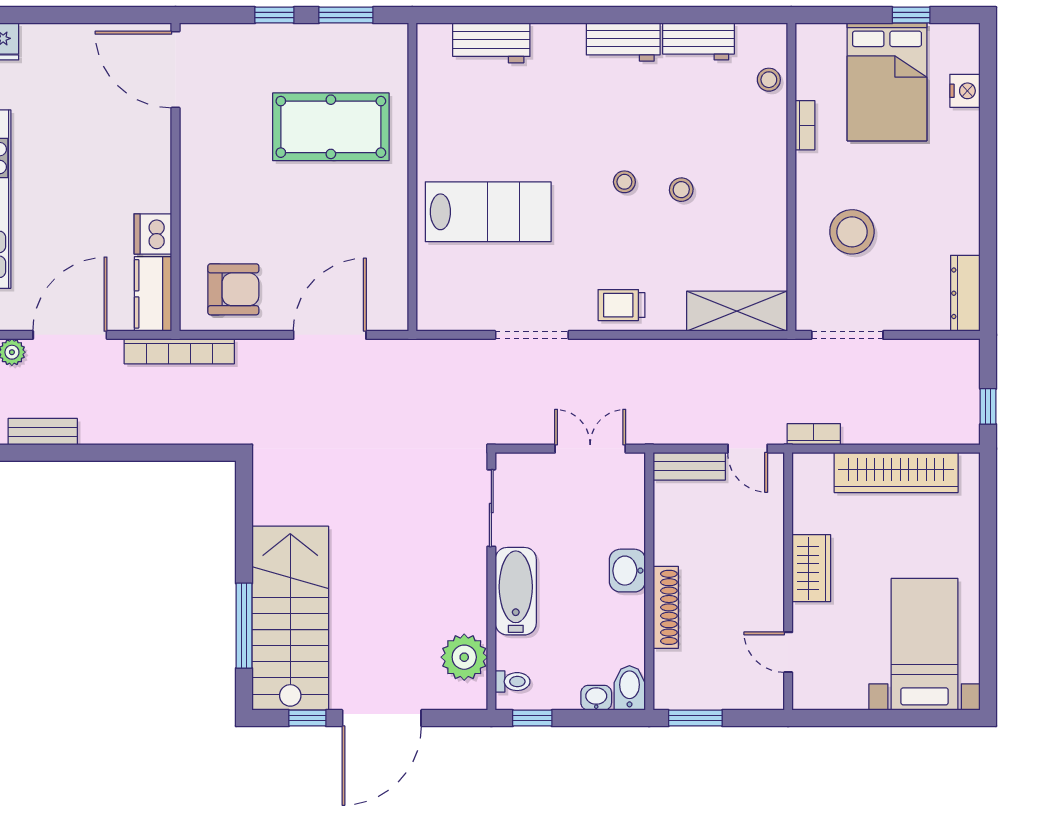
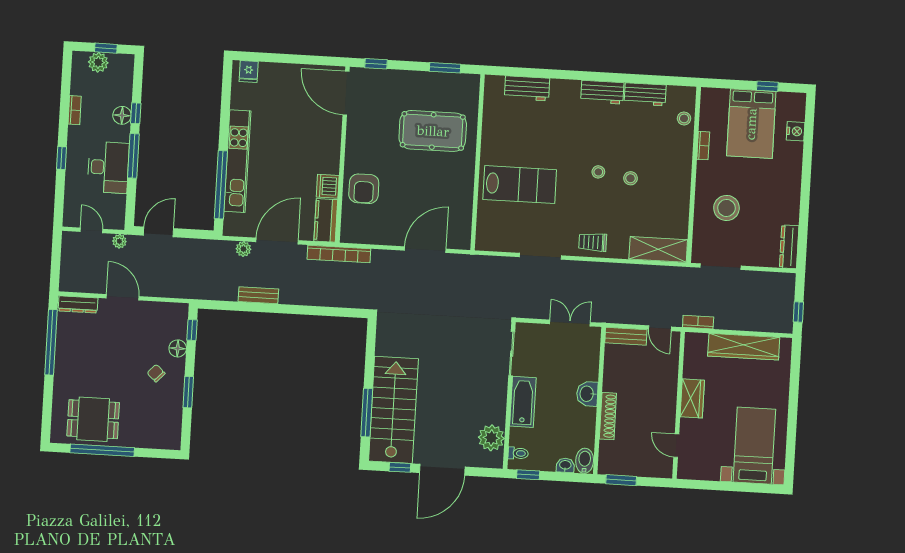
window: (274, 15) -> (376, 64), moved
armchair: (233, 289) -> (364, 189), moved, turned 90

